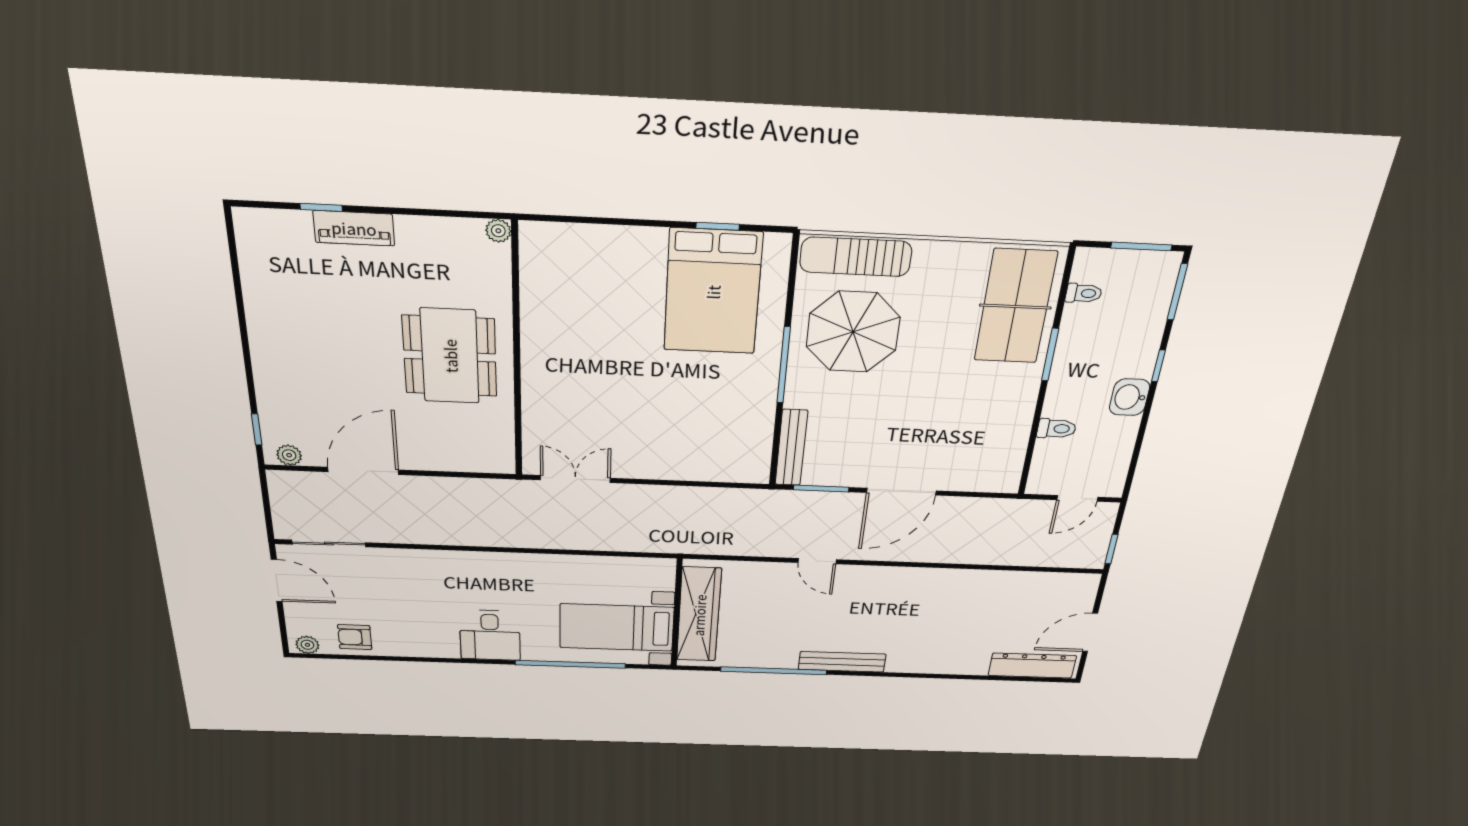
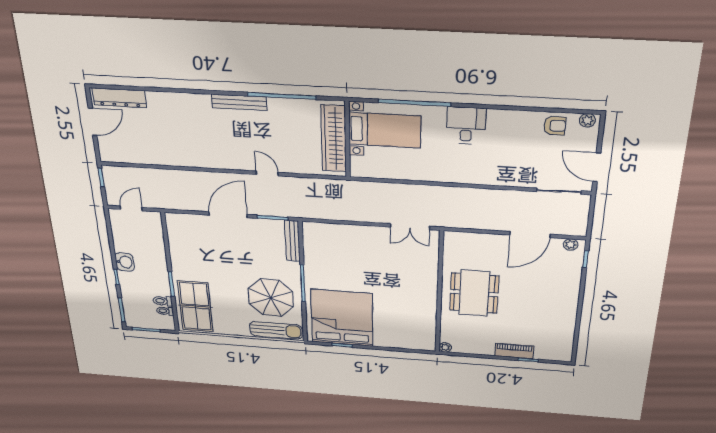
bed: (713, 292) -> (342, 318), width x1.36
toilet: (1056, 429) -> (163, 301), moved

